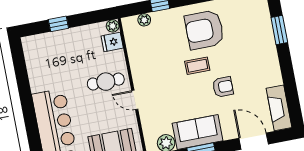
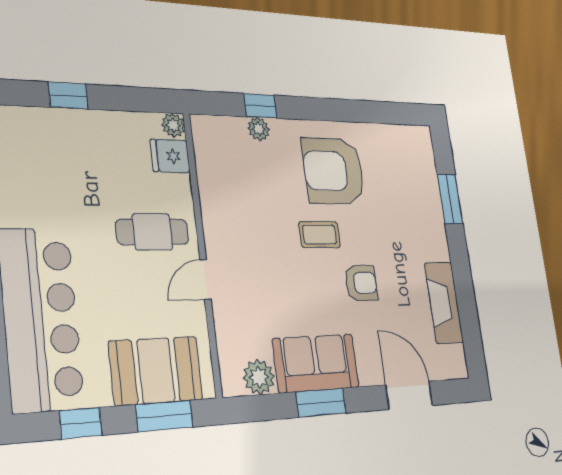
plant: (144, 20) -> (259, 129), moved
door: (135, 100) -> (205, 280), hinge flipped
fireplace: (279, 108) -> (444, 303), moved

